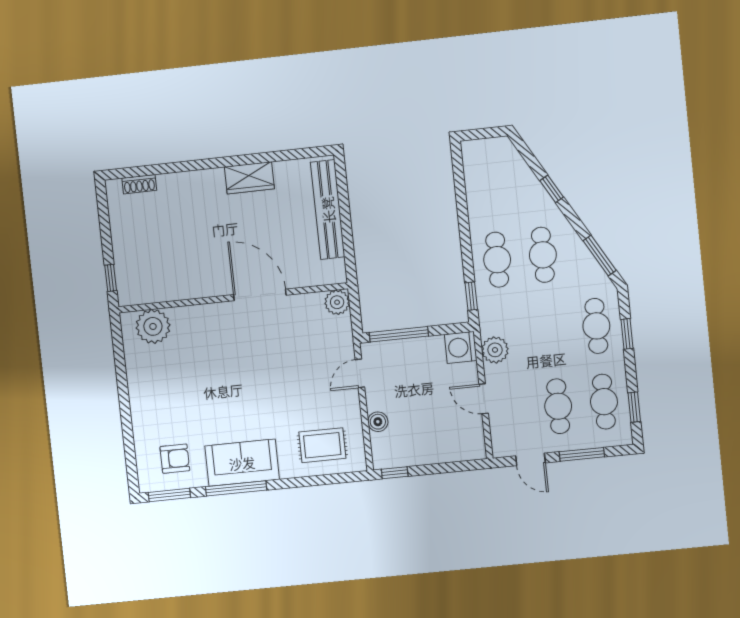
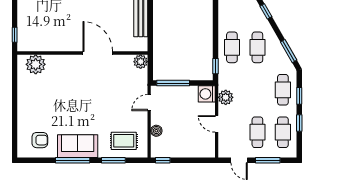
window: (634, 407) -> (299, 123), moved
window: (169, 495) -> (113, 160), moved

